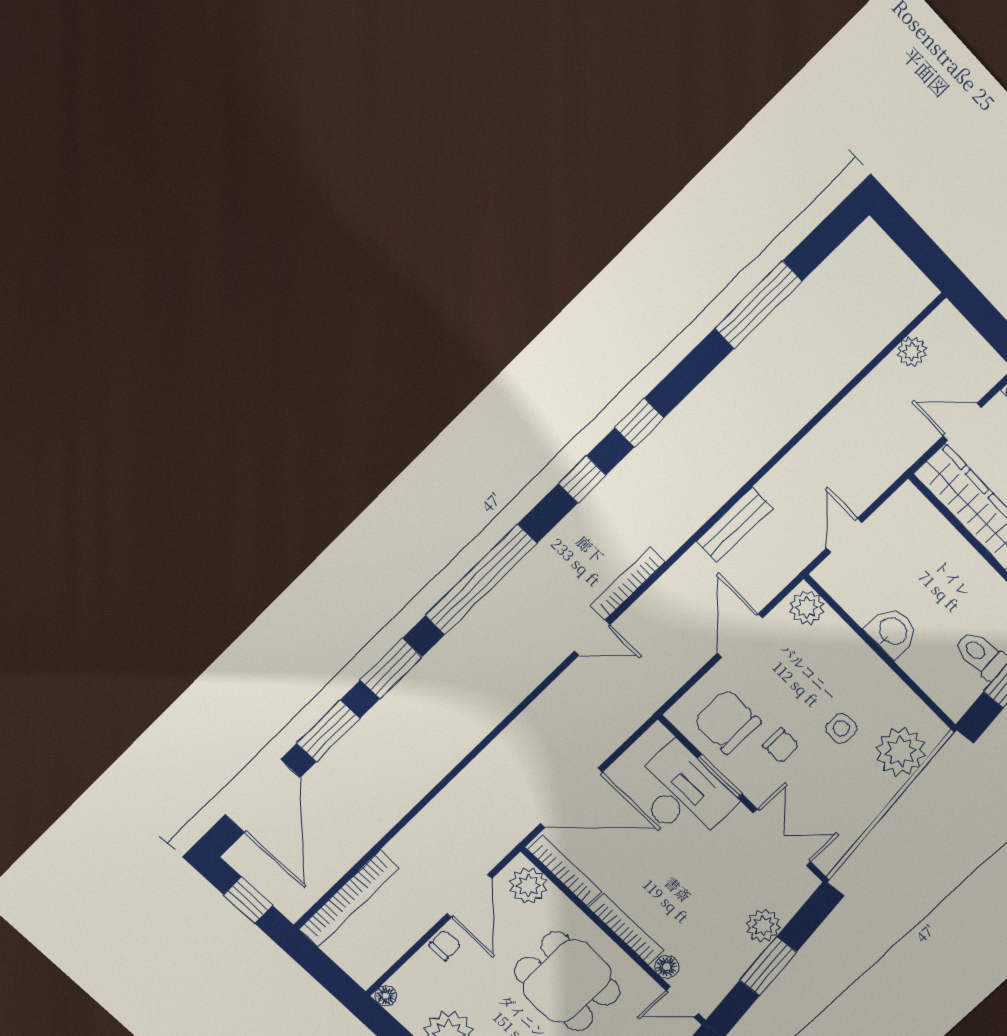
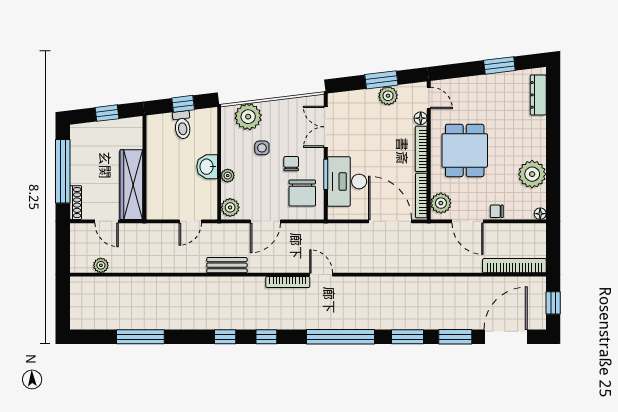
plant: (852, 647) -> (228, 176), added
door: (469, 896) -> (468, 221), swing flipped
plant: (763, 926) -> (388, 96), moved

